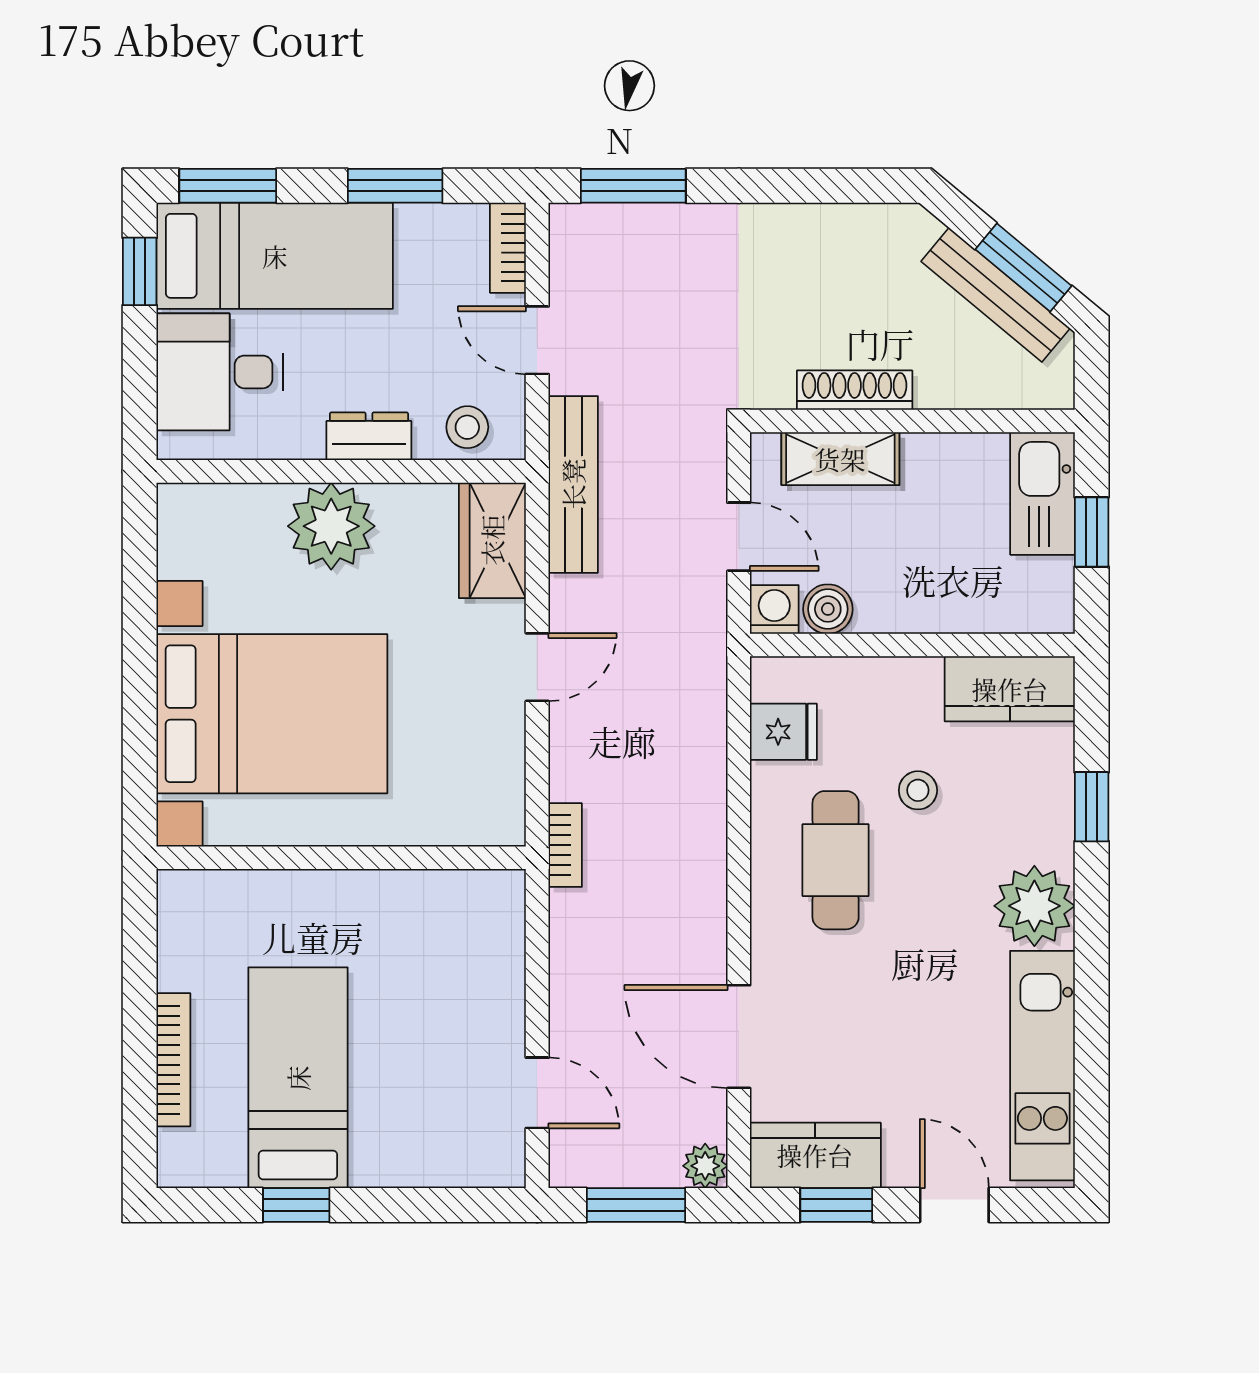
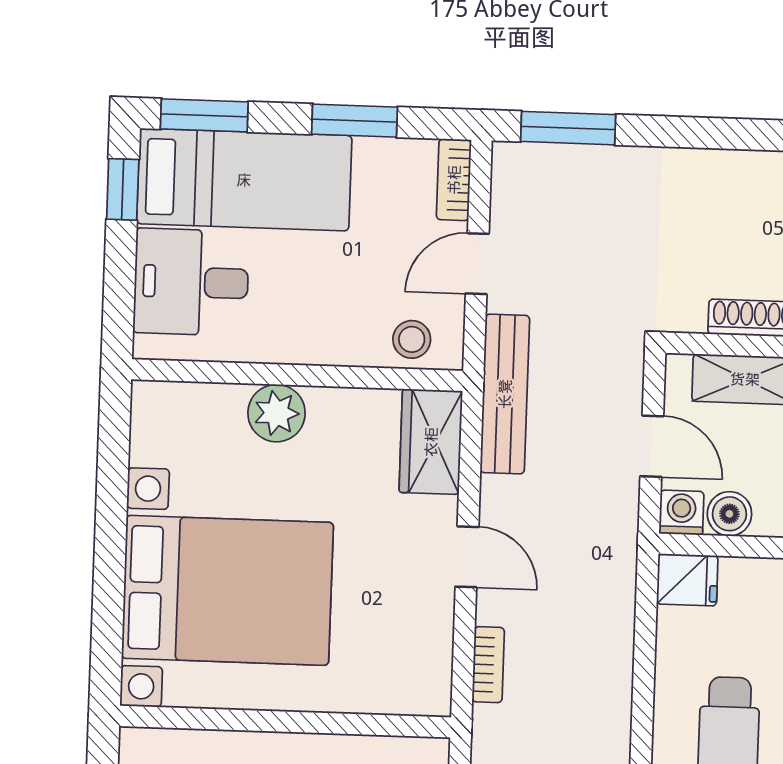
door: (537, 340) -> (477, 264), hinge flipped
dresser: (369, 436) -> (323, 344), removed
plant: (331, 526) -> (277, 413), width x0.73, depth x0.73
door: (537, 667) -> (467, 557), hinge flipped
fridge: (783, 732) -> (687, 580), moved
bookcase: (565, 845) -> (488, 665), moved

